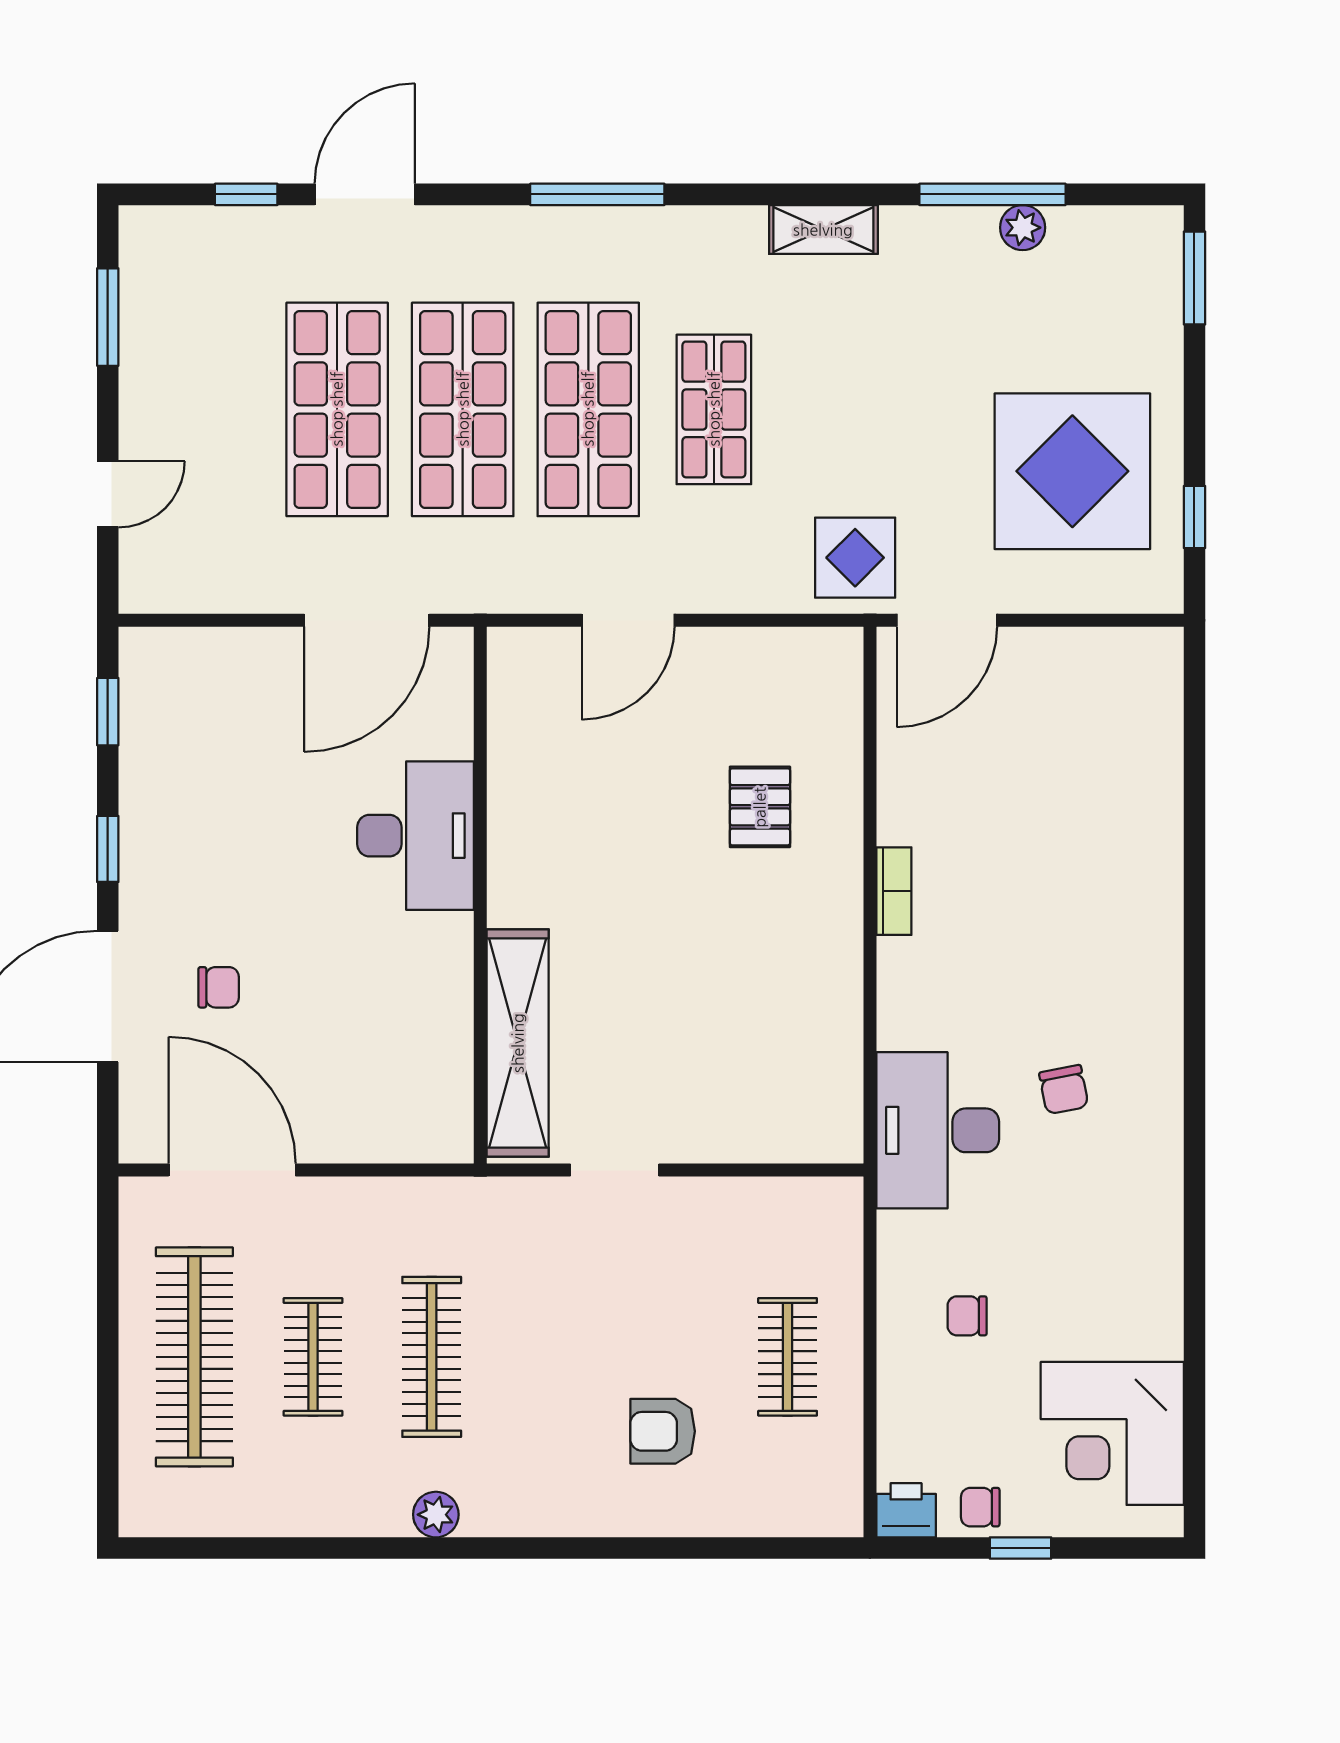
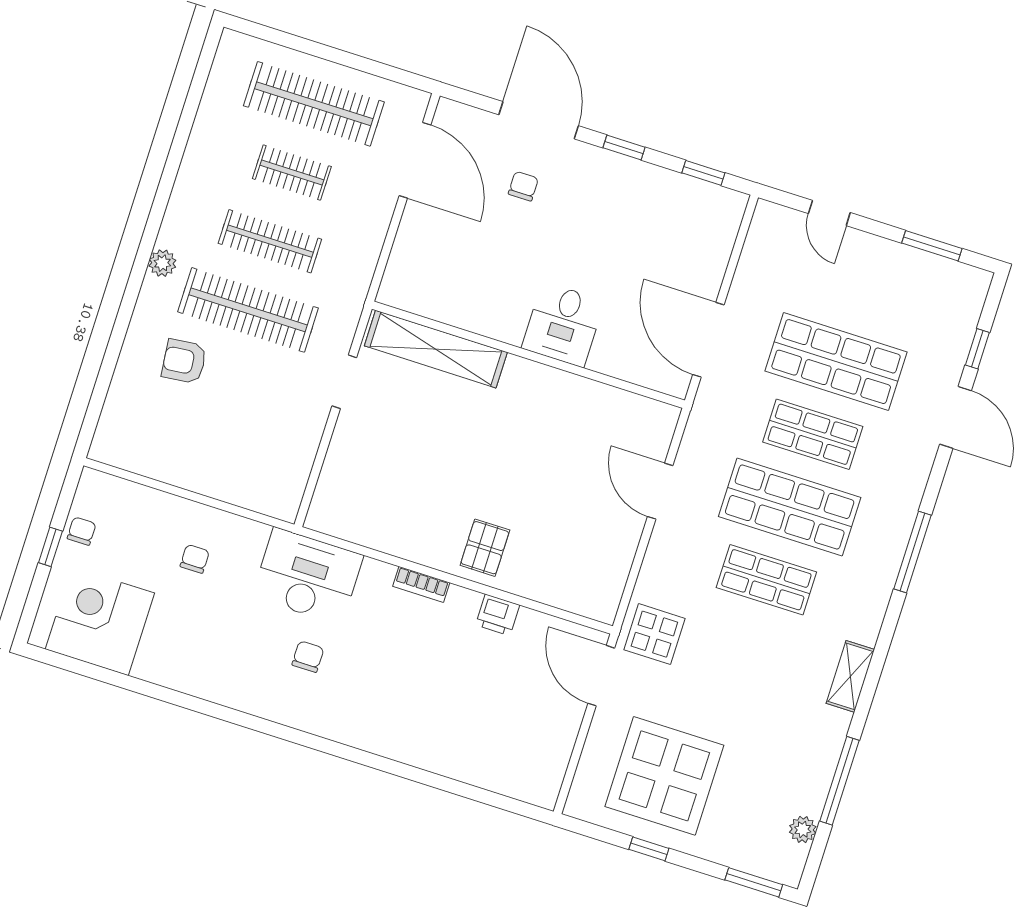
plant: (1023, 228) -> (803, 829), moved
shop shelf: (463, 409) -> (813, 434), width x0.70, depth x0.74
window: (1194, 517) -> (649, 849), moved
pallet: (760, 807) -> (485, 548), moved, turned 90
desk: (416, 836) -> (563, 324), width x0.73
bookcase: (894, 891) -> (421, 584), moved
chair: (219, 987) -> (523, 186), turned 180
chair: (1064, 1090) -> (308, 657), turned 101
door: (232, 1170) -> (415, 160), hinge flipped
clothes rail: (788, 1357) -> (248, 310), moved, width x1.86, depth x1.31
armchair: (663, 1431) -> (184, 361), turned -96
printer: (906, 1510) -> (498, 615), moved, turned 90
plant: (436, 1515) -> (162, 263), moved

